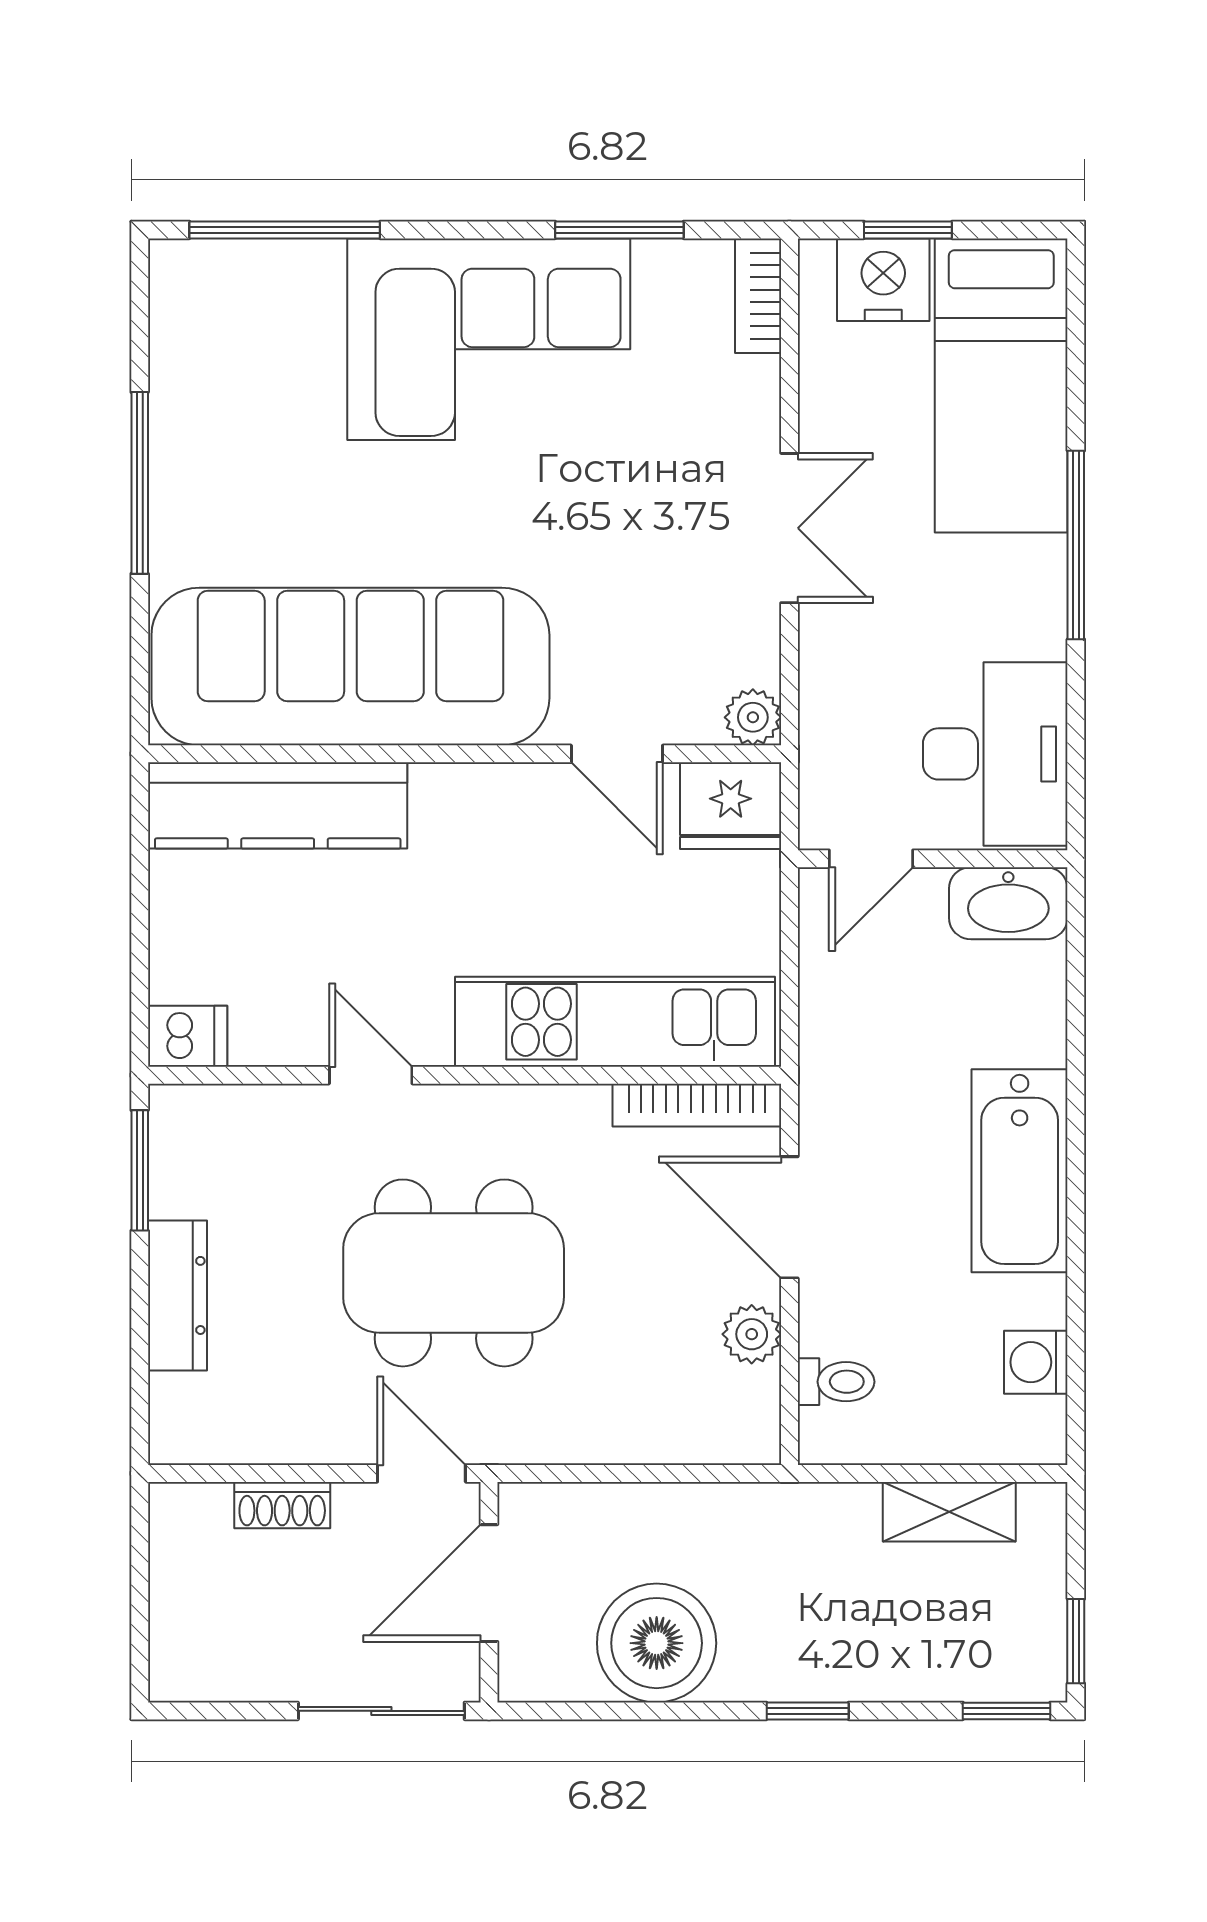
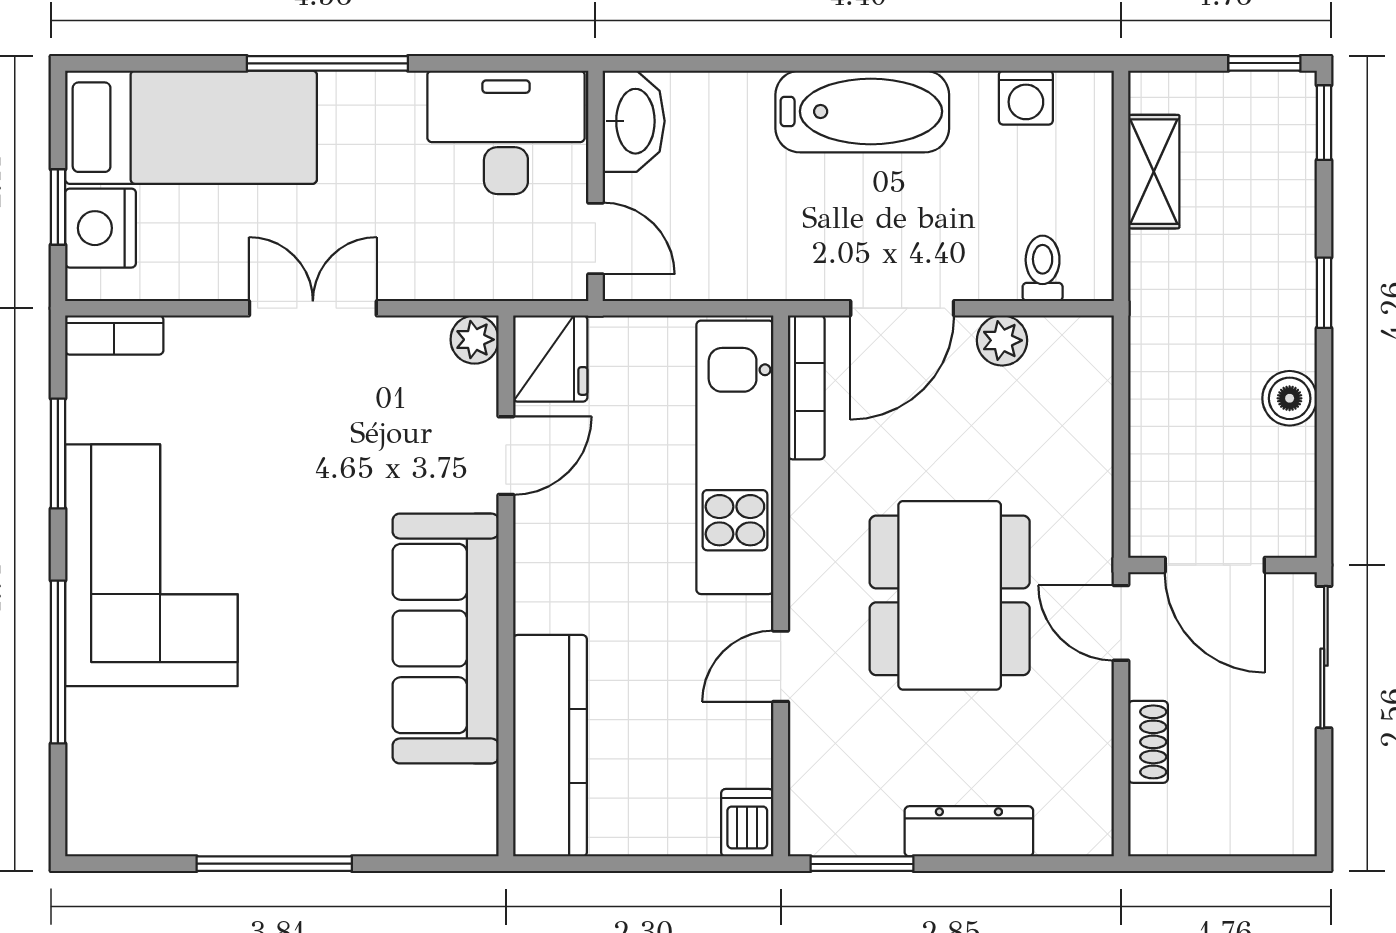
window: (285, 230) -> (58, 662), moved
sofa: (350, 667) -> (446, 639), width x0.74, depth x0.79
door: (421, 1473) -> (1121, 623), hinge flipped
boiler: (657, 1643) -> (1290, 398), width x0.54, depth x0.54

